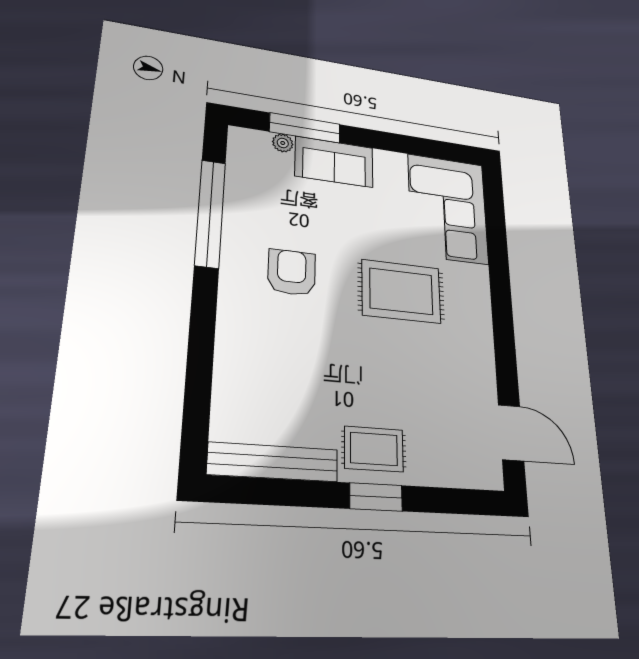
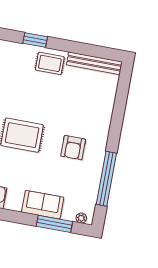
plant: (283, 143) -> (81, 218), moved
window: (376, 497) -> (35, 40), moved

